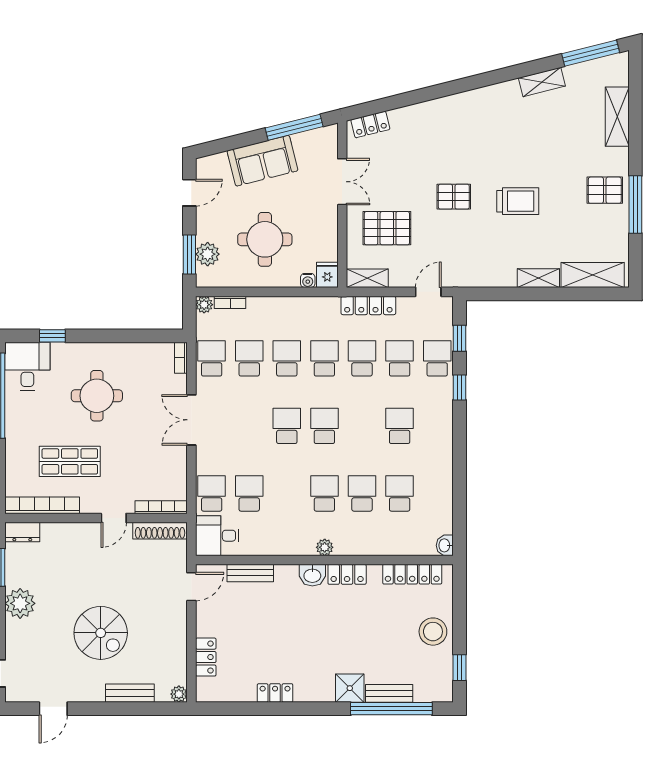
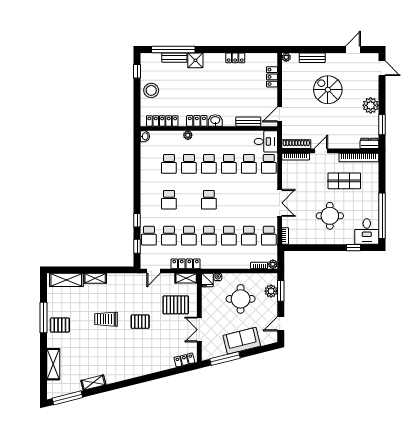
school desk: (287, 426) -> (229, 164), moved
plant: (325, 547) -> (188, 135), moved

